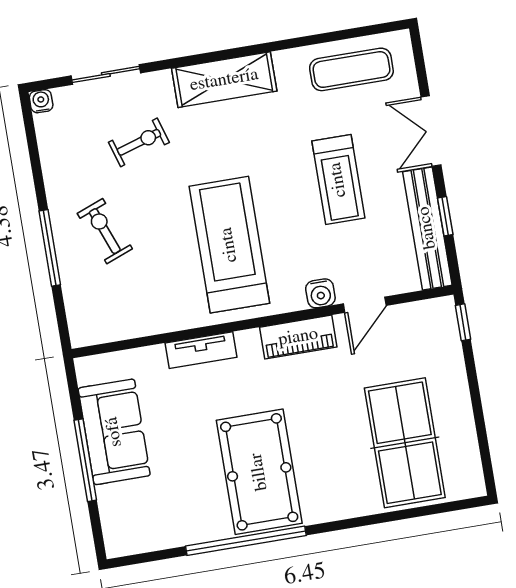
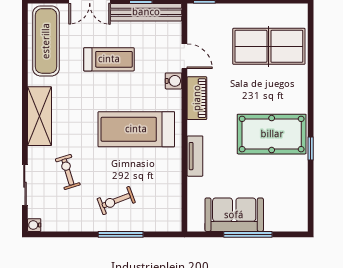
exercise mat: (351, 69) -> (46, 41), width x1.36, depth x1.45
window: (246, 541) -> (311, 149), width x0.32

